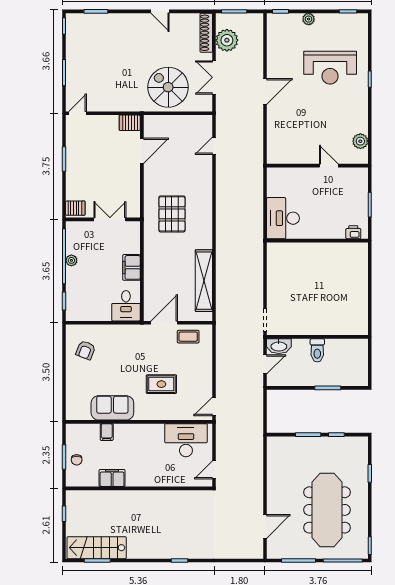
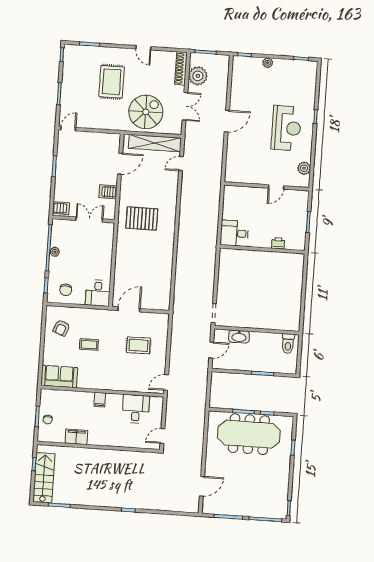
rug: (125, 54) -> (112, 82), added
reception desk: (330, 68) -> (286, 128), moved, turned -90
double door: (214, 77) -> (185, 106), swing flipped
spiral stairs: (168, 87) -> (146, 112), turned 90
server rack: (130, 123) -> (108, 192), moved
door: (329, 166) -> (276, 187), swing flipped
pallet: (172, 214) -> (142, 218), turned 90
desk: (283, 218) -> (234, 233), width x0.73
printer: (353, 232) -> (278, 243), moved
filing cabinet: (131, 267) -> (105, 261), removed
shelving: (204, 281) -> (155, 143), moved, turned 90
chair: (88, 305) -> (66, 290), added
coffee table: (188, 337) -> (89, 345), moved
washbasin: (279, 346) -> (239, 337), moved
toilet: (317, 350) -> (288, 344), moved
rug: (161, 384) -> (138, 345), moved
sofa: (112, 408) -> (59, 376), moved
filing cabinet: (107, 432) -> (100, 400), moved
desk: (186, 440) -> (136, 409), width x0.73
meeting table: (327, 510) -> (249, 434), moved, turned 90
stairs: (97, 548) -> (44, 478), moved, turned 90

